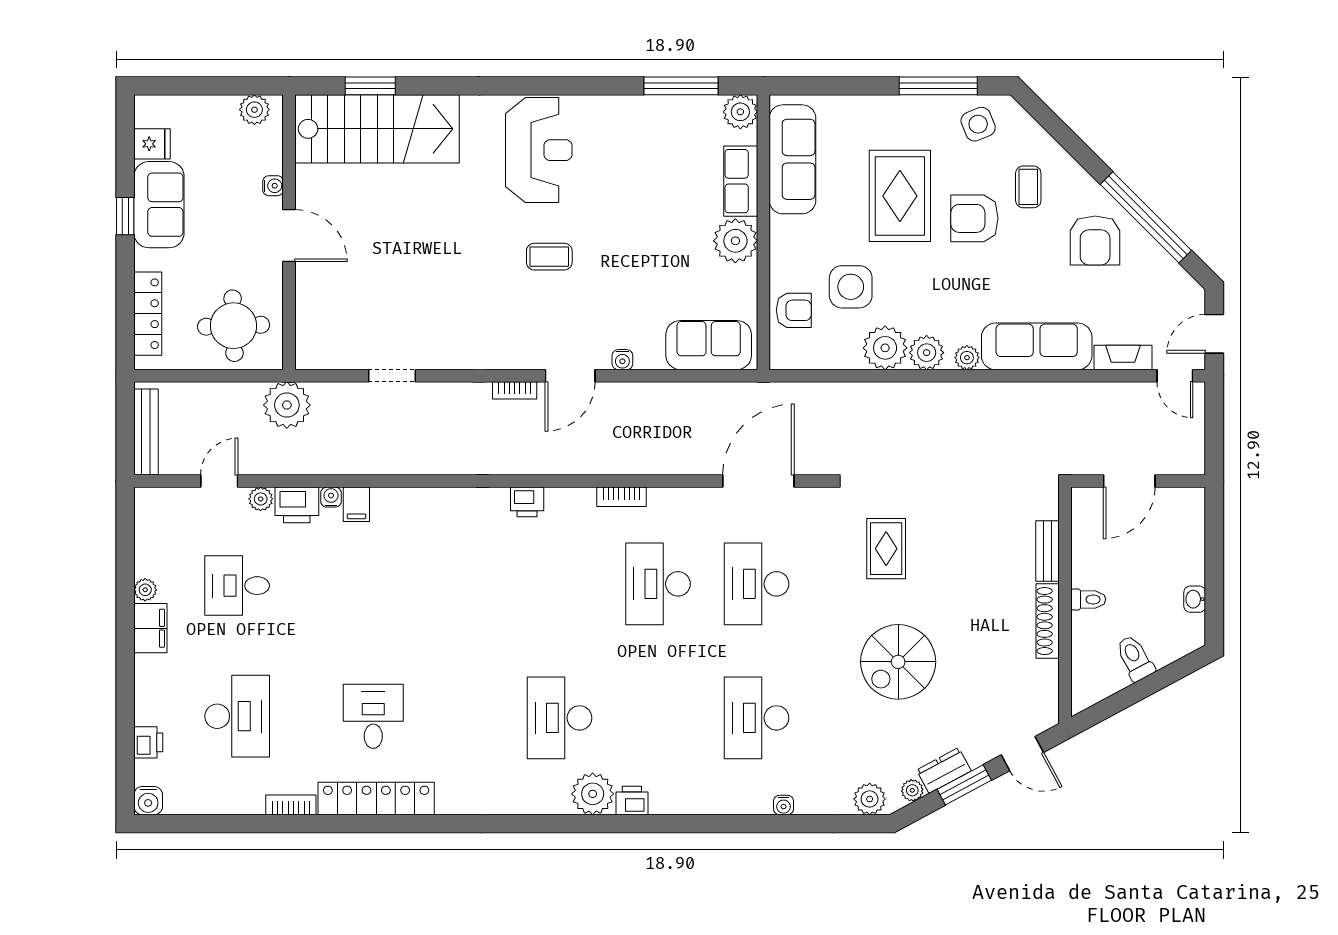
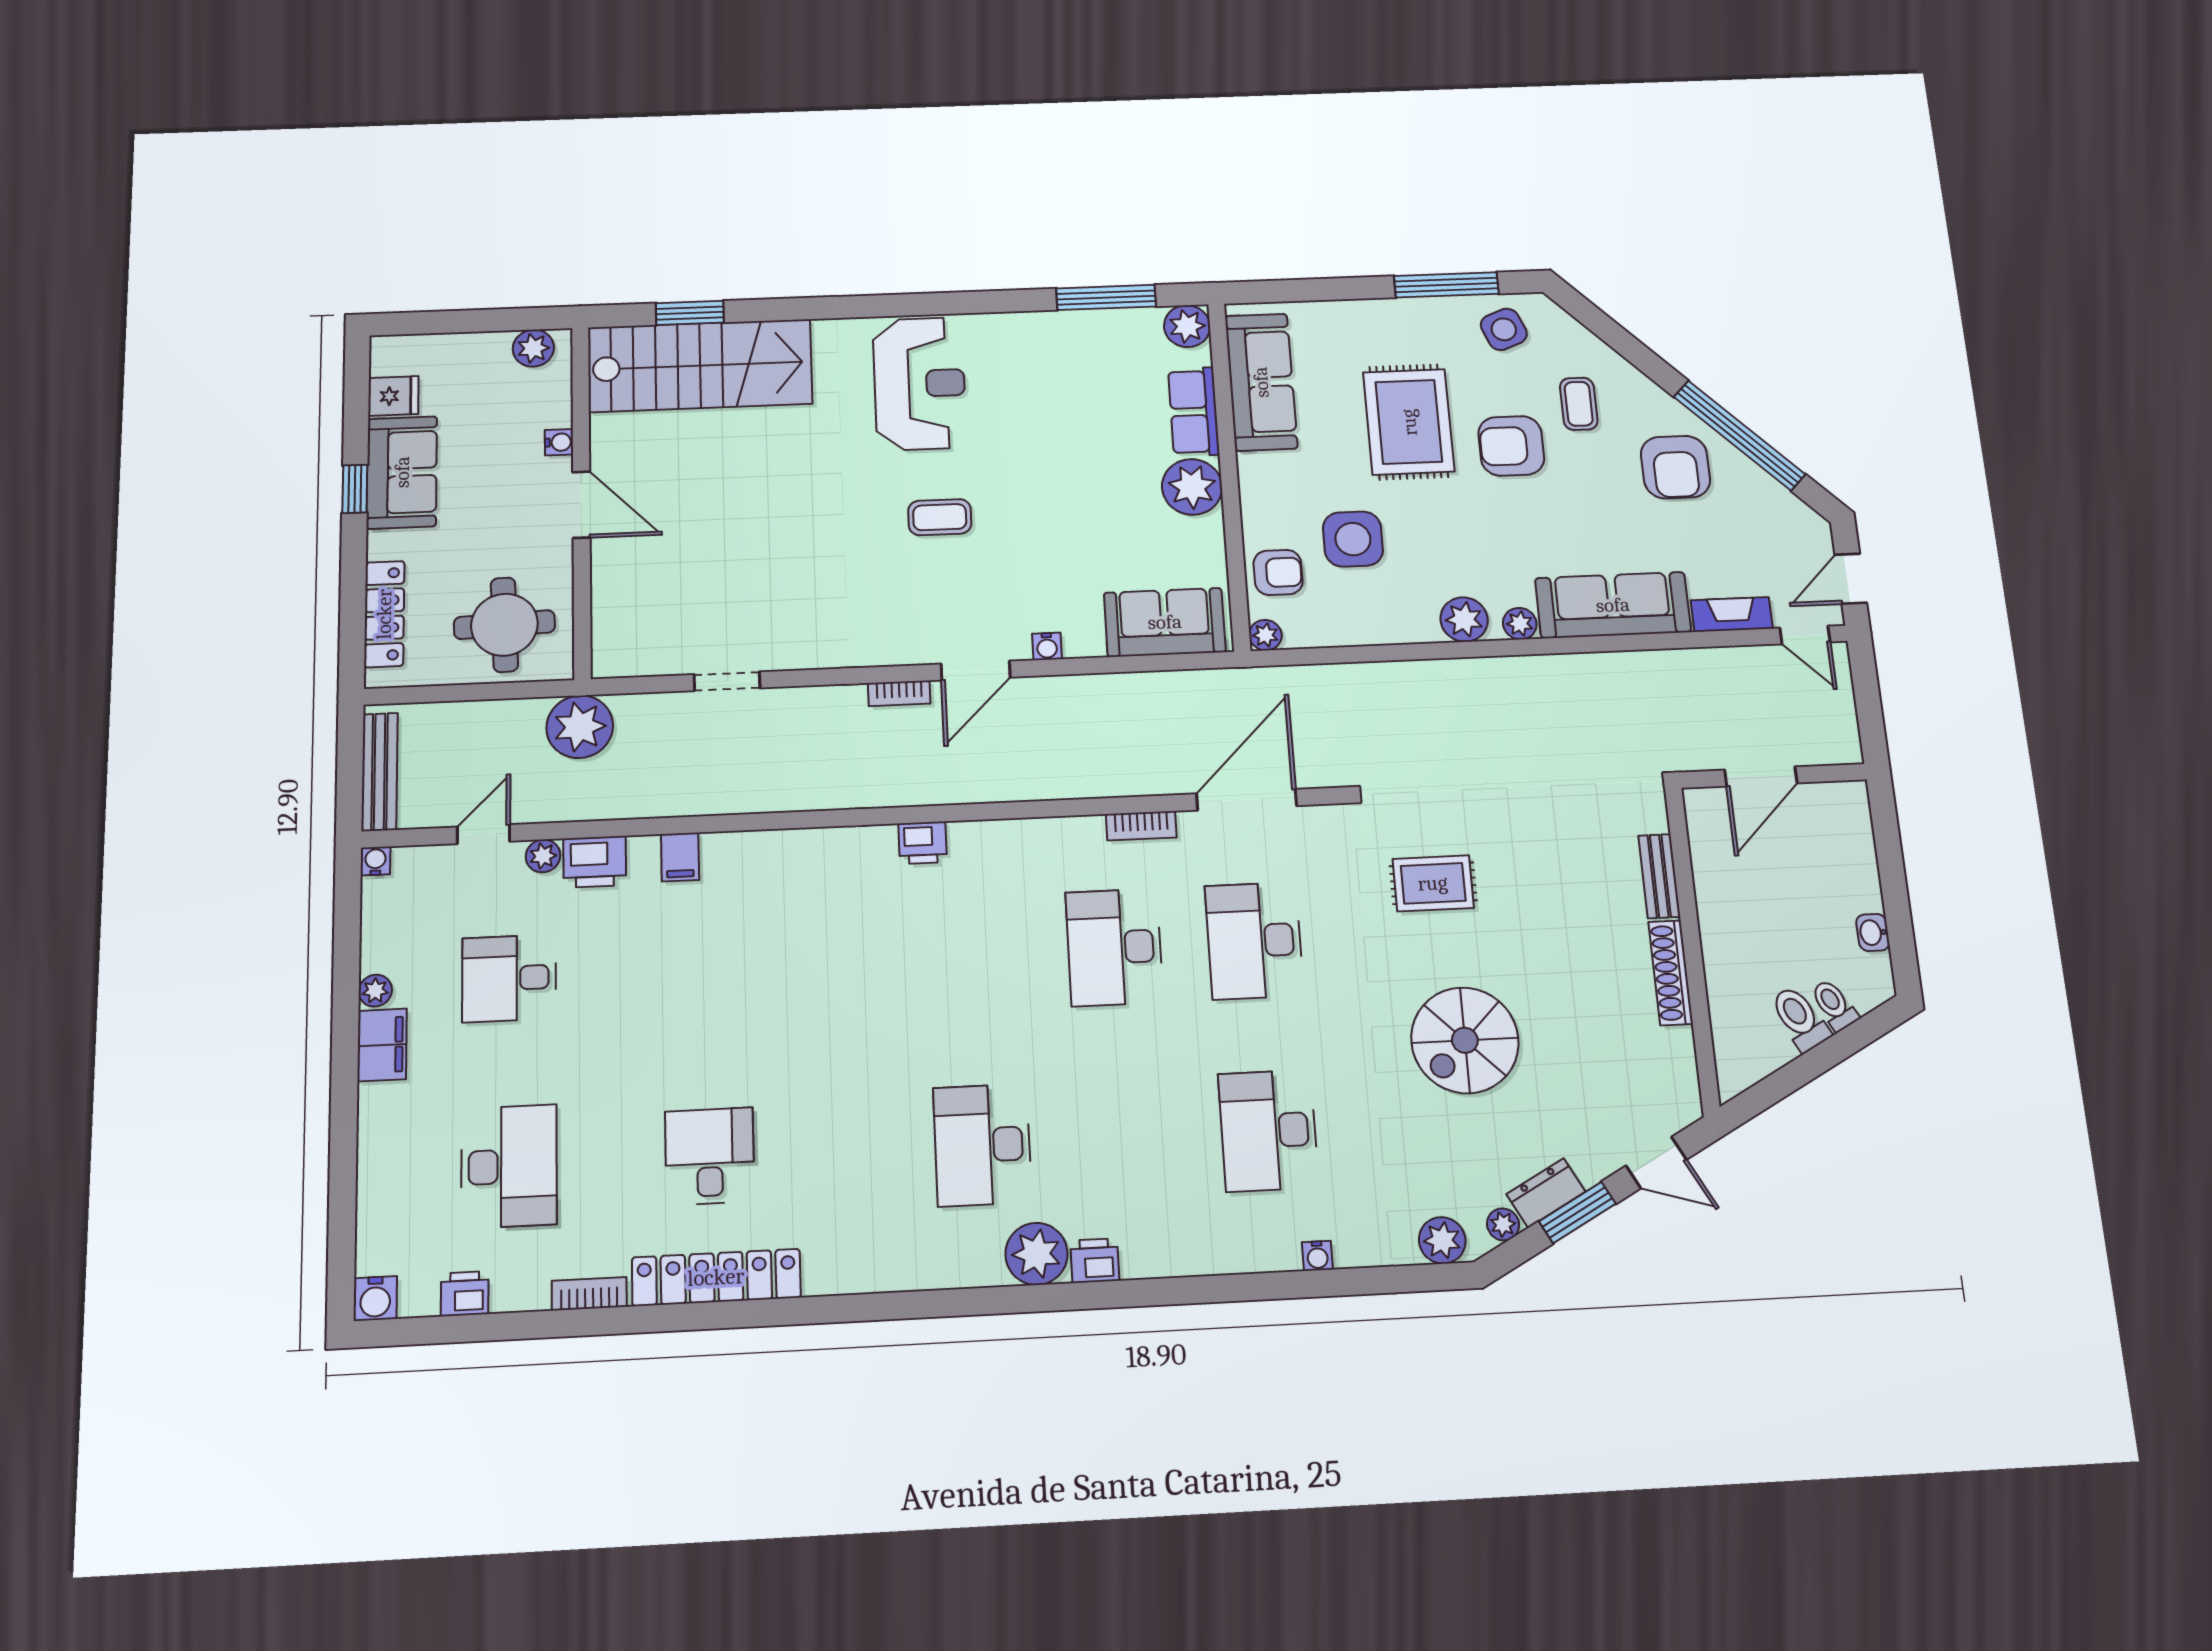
plant: (885, 348) -> (1265, 635), moved, width x0.53, depth x0.53
water cooler: (331, 497) -> (375, 861), moved
bookcase: (622, 497) -> (1141, 826), moved
rug: (886, 549) -> (1433, 883), turned 90
toilet: (1088, 599) -> (1834, 1005), moved, turned -118
printer: (148, 742) -> (465, 1294), moved, turned -90

